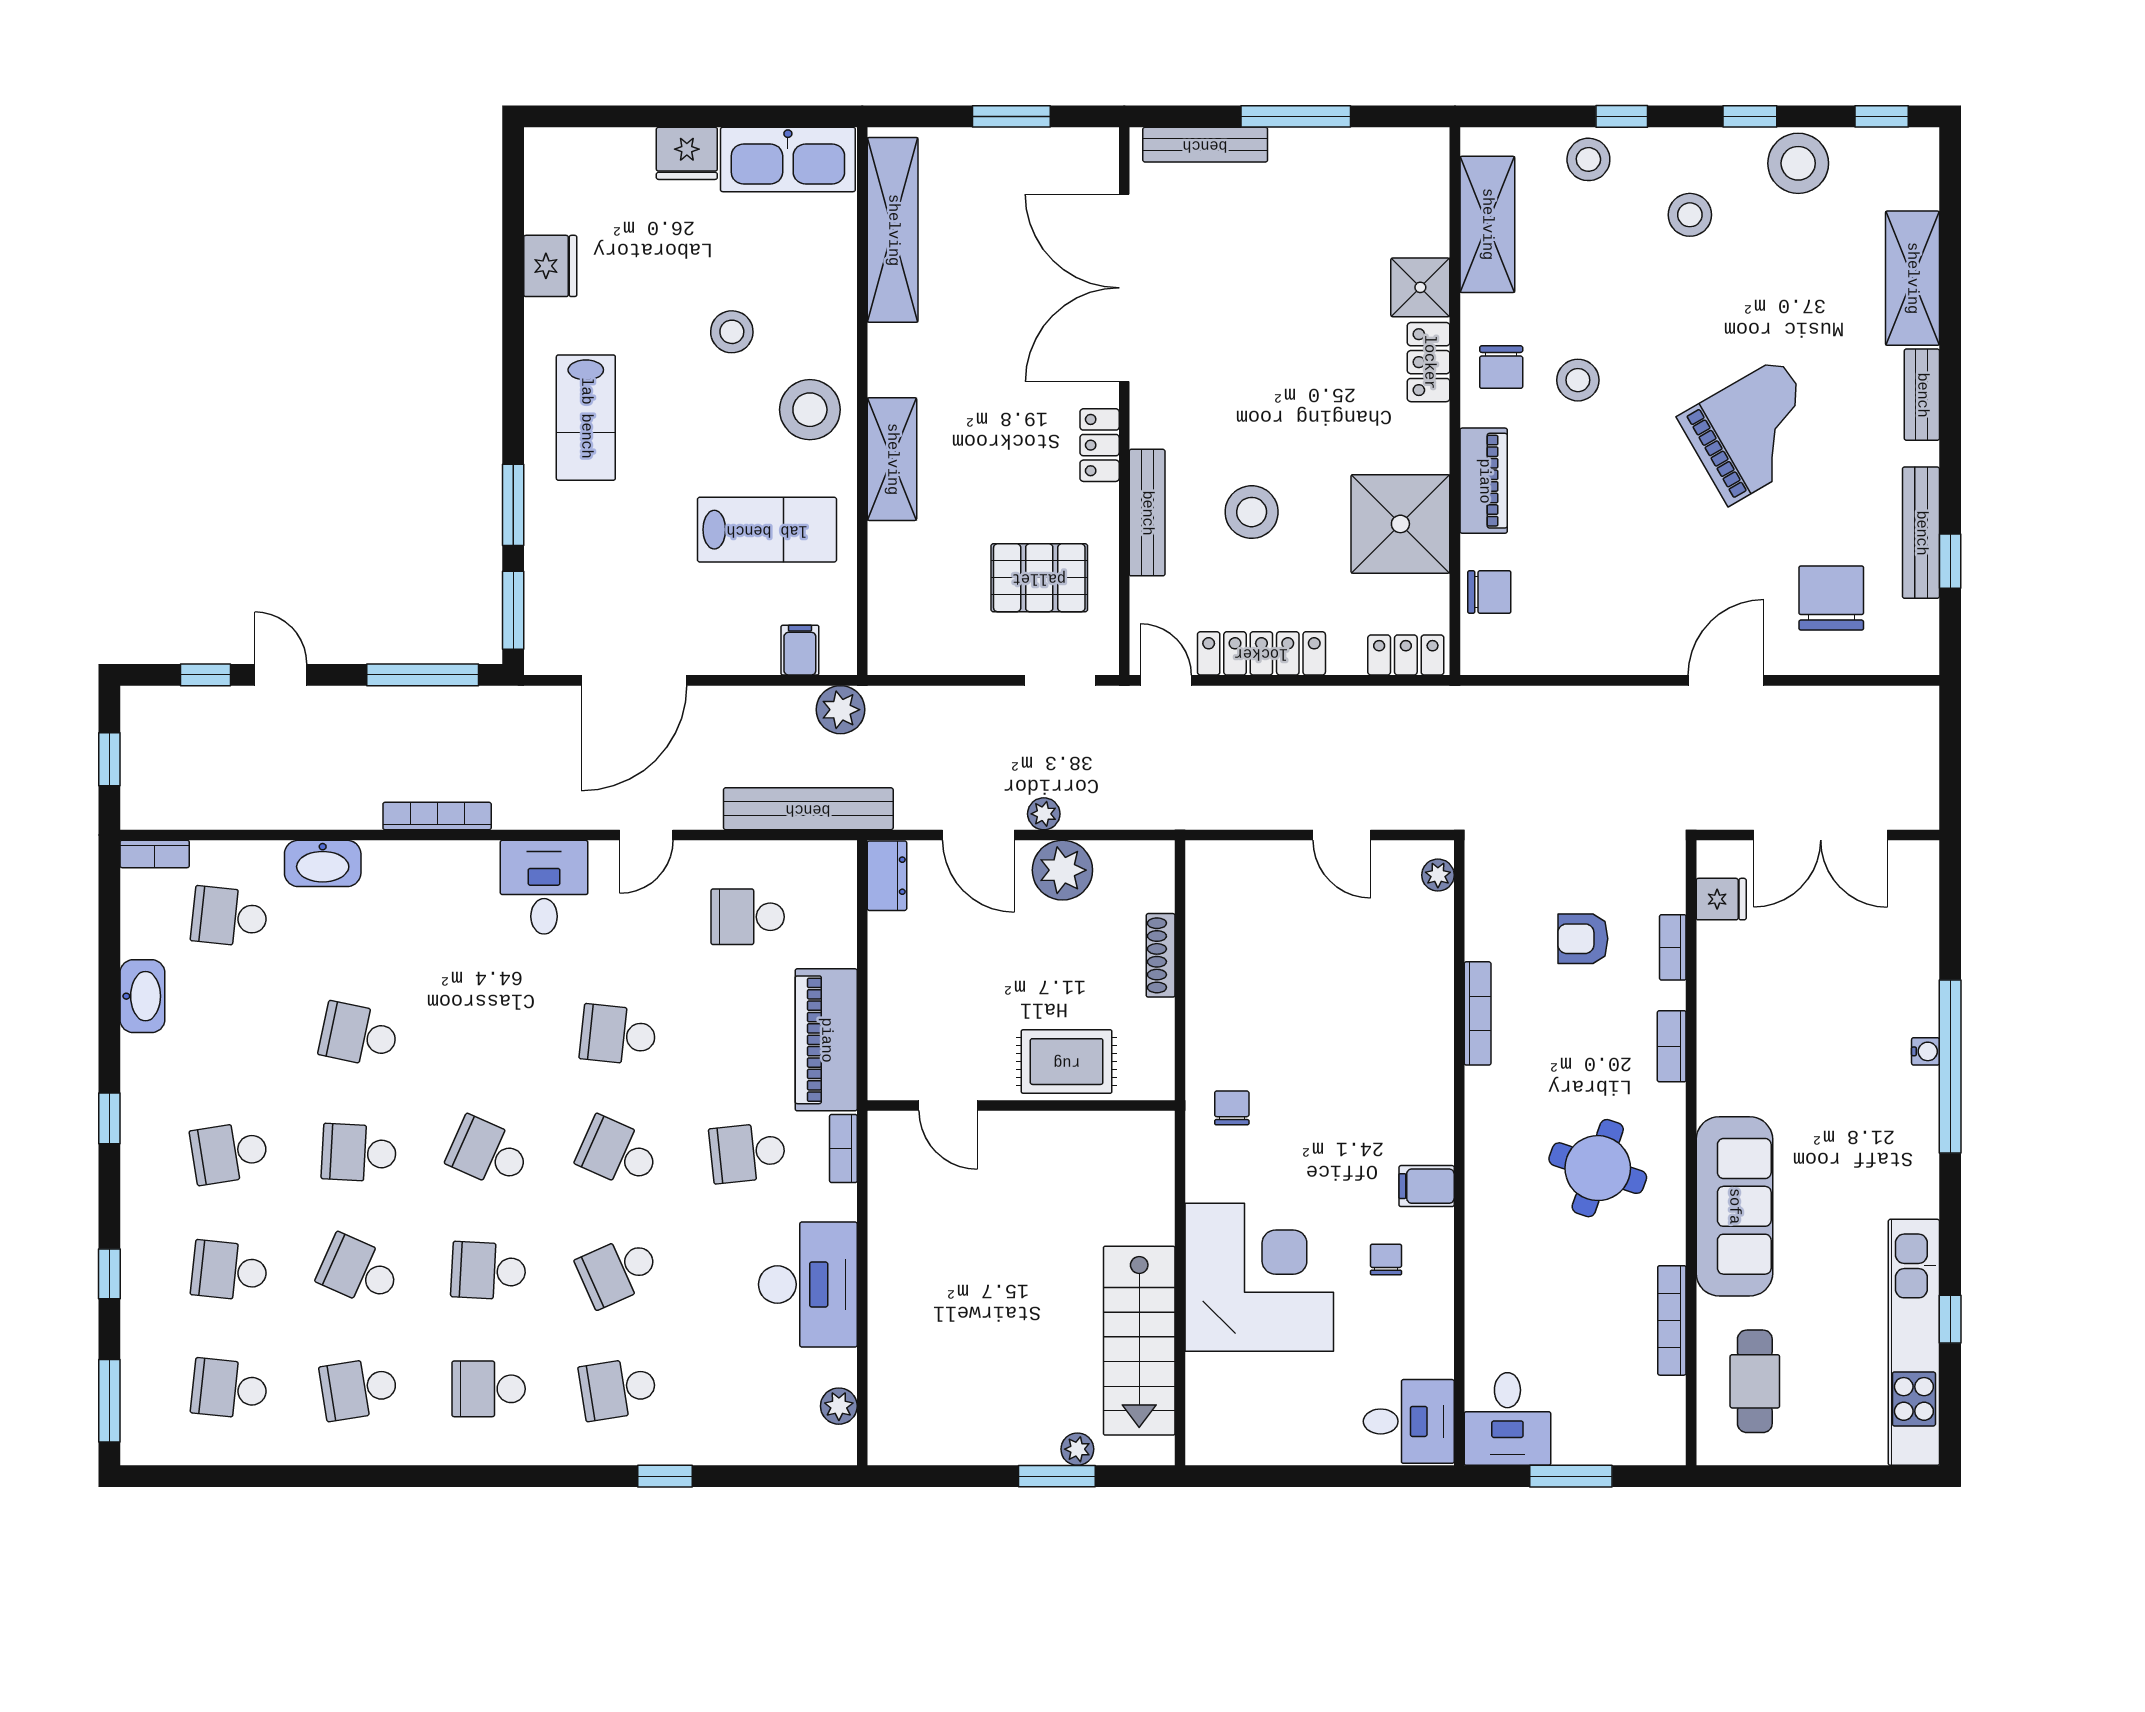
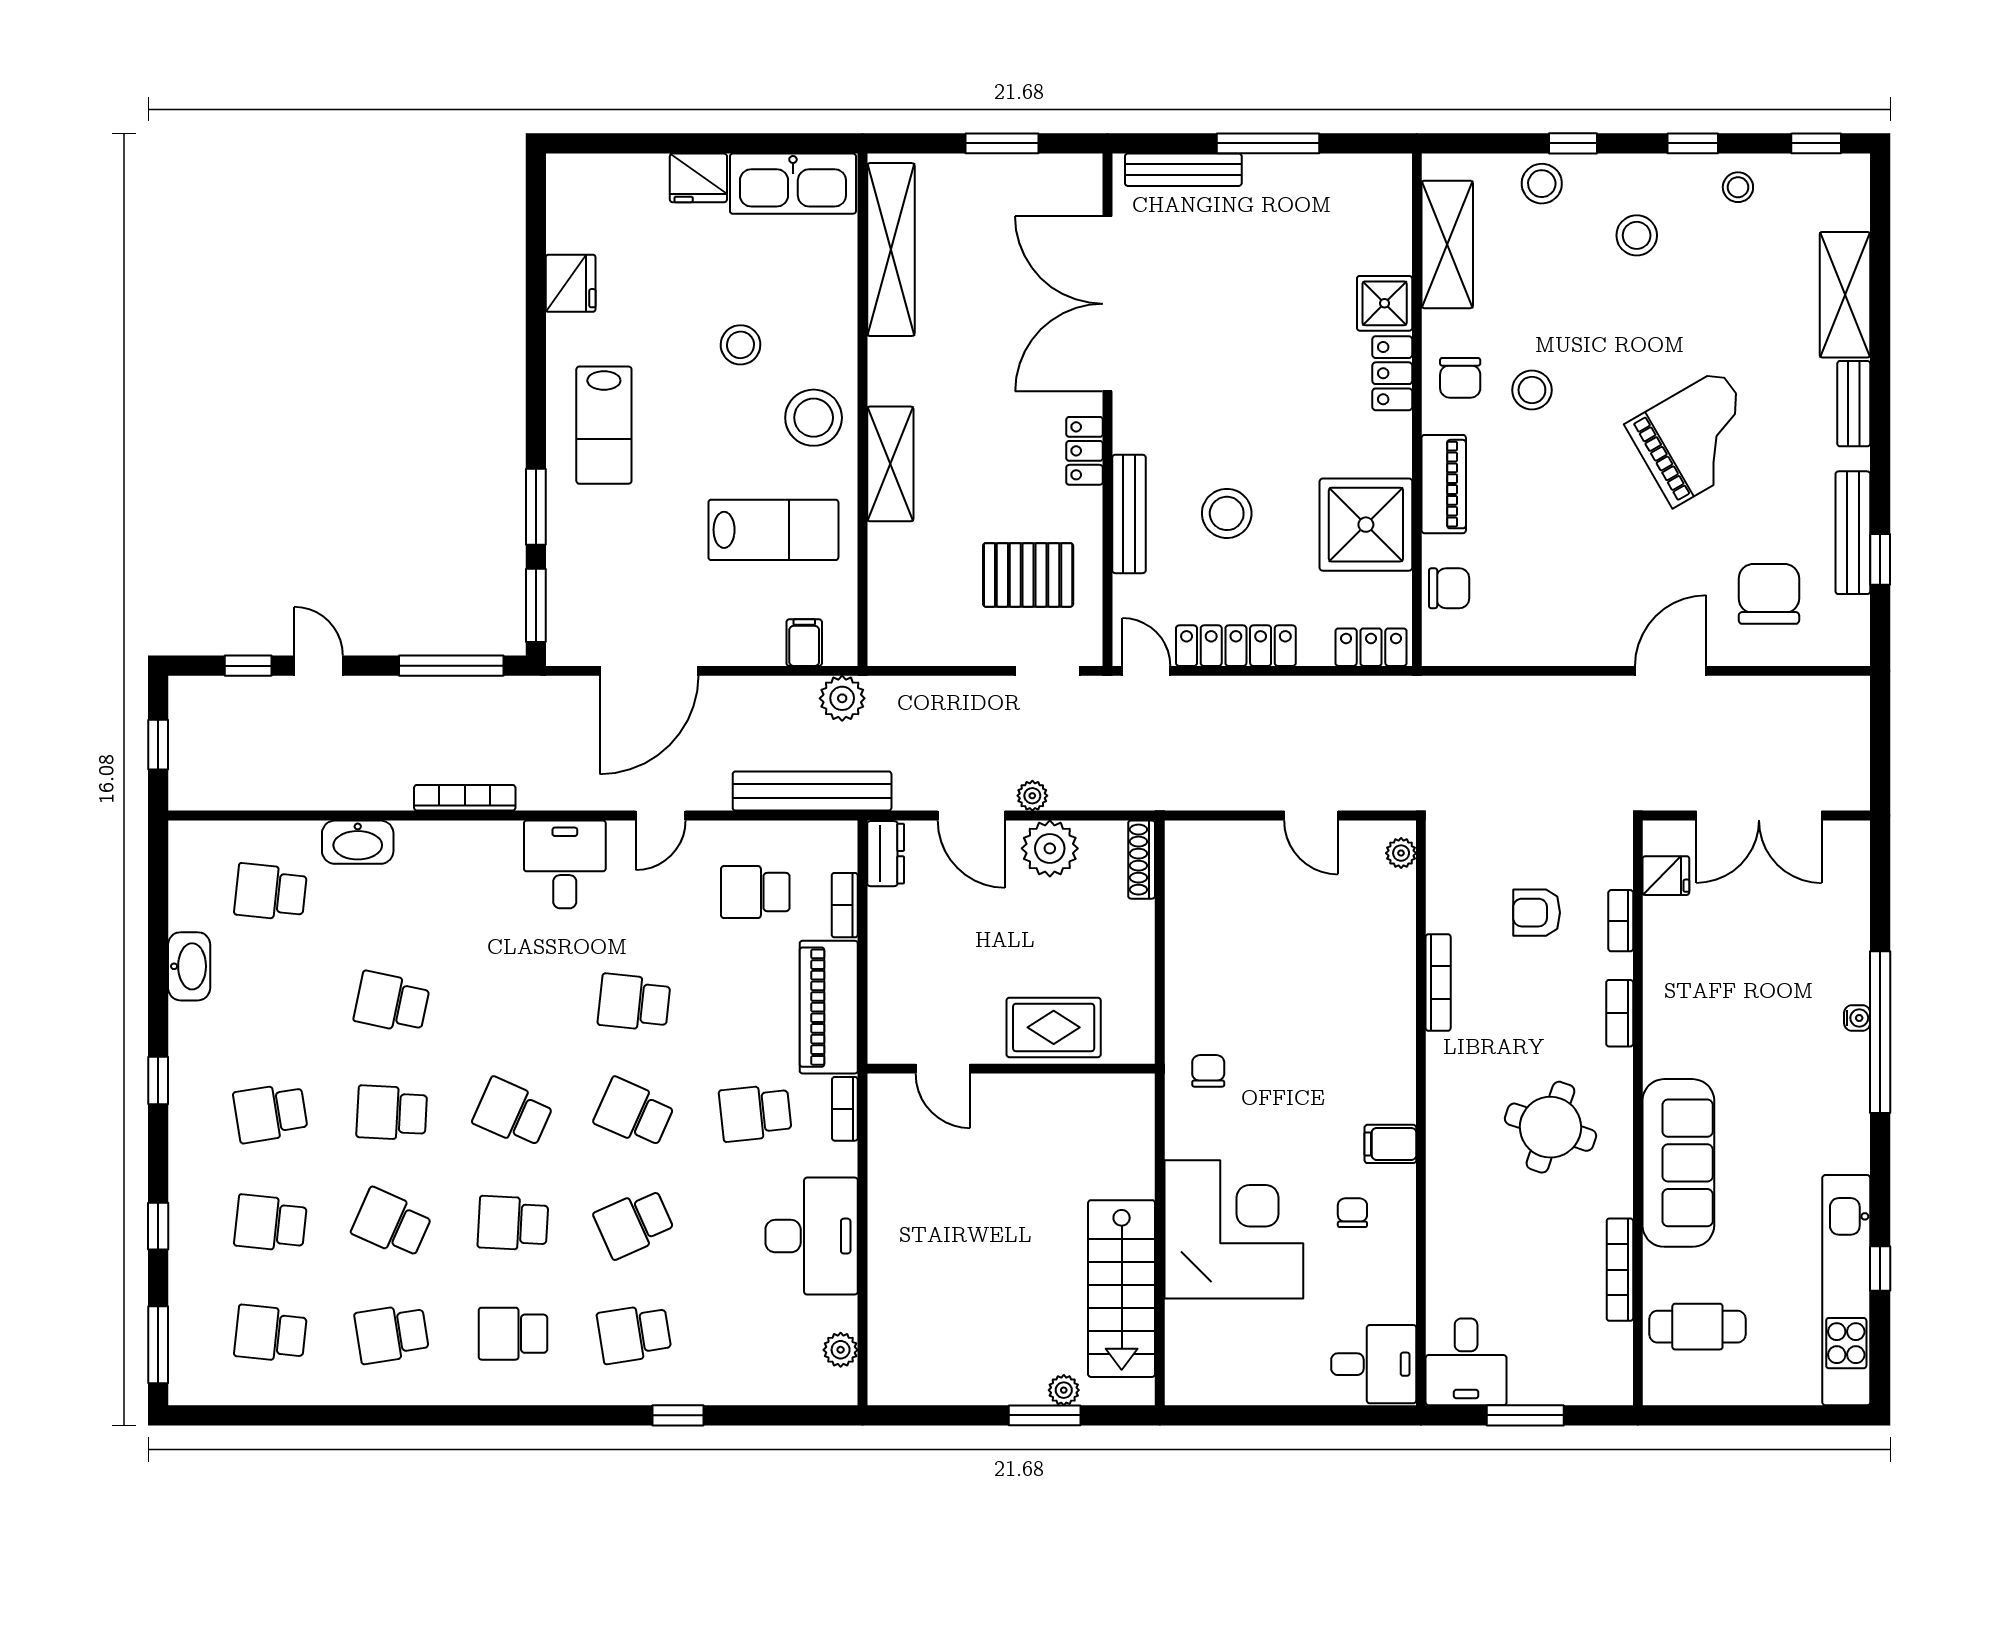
stool: (1798, 163) -> (1738, 187), width x0.53, depth x0.53
bookcase: (155, 854) -> (845, 905), moved, turned 90
shoe rack: (1161, 955) -> (1142, 860), moved
cafe table: (1755, 1381) -> (1697, 1327), turned 90

